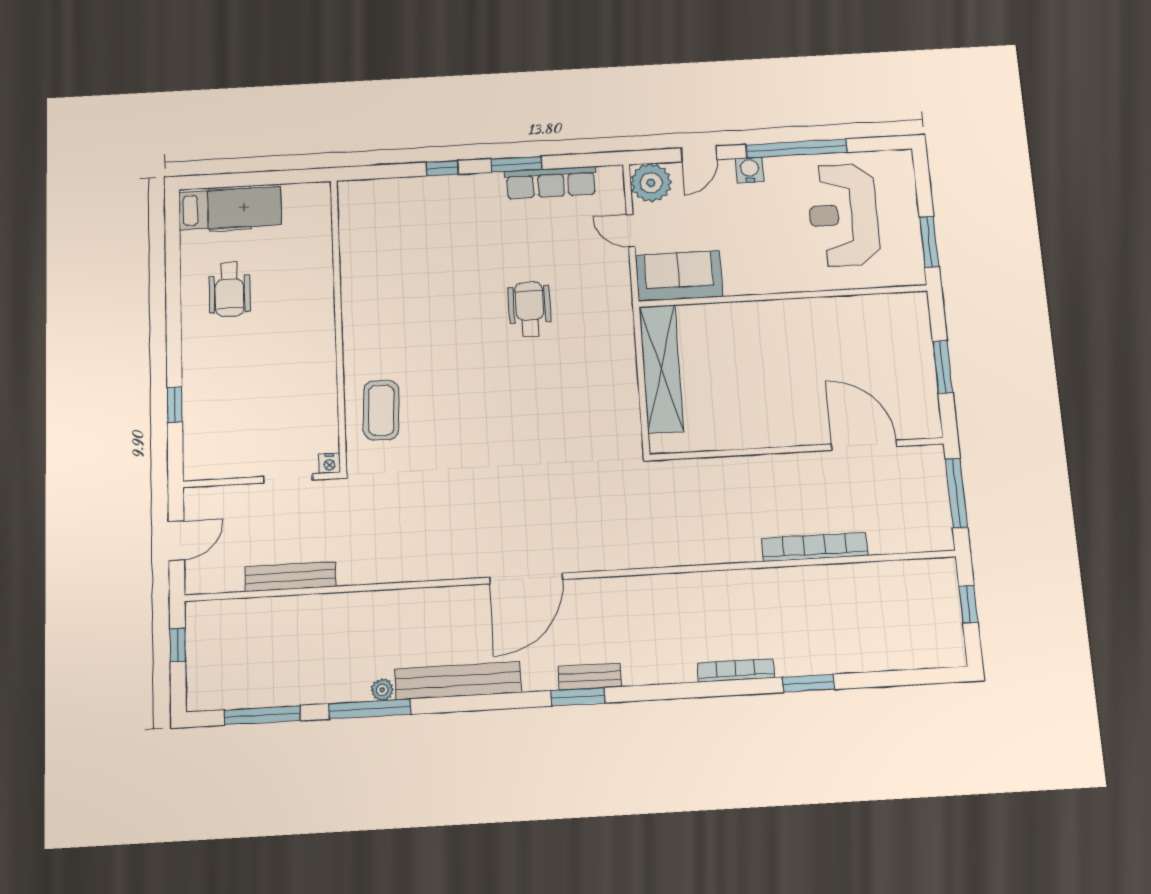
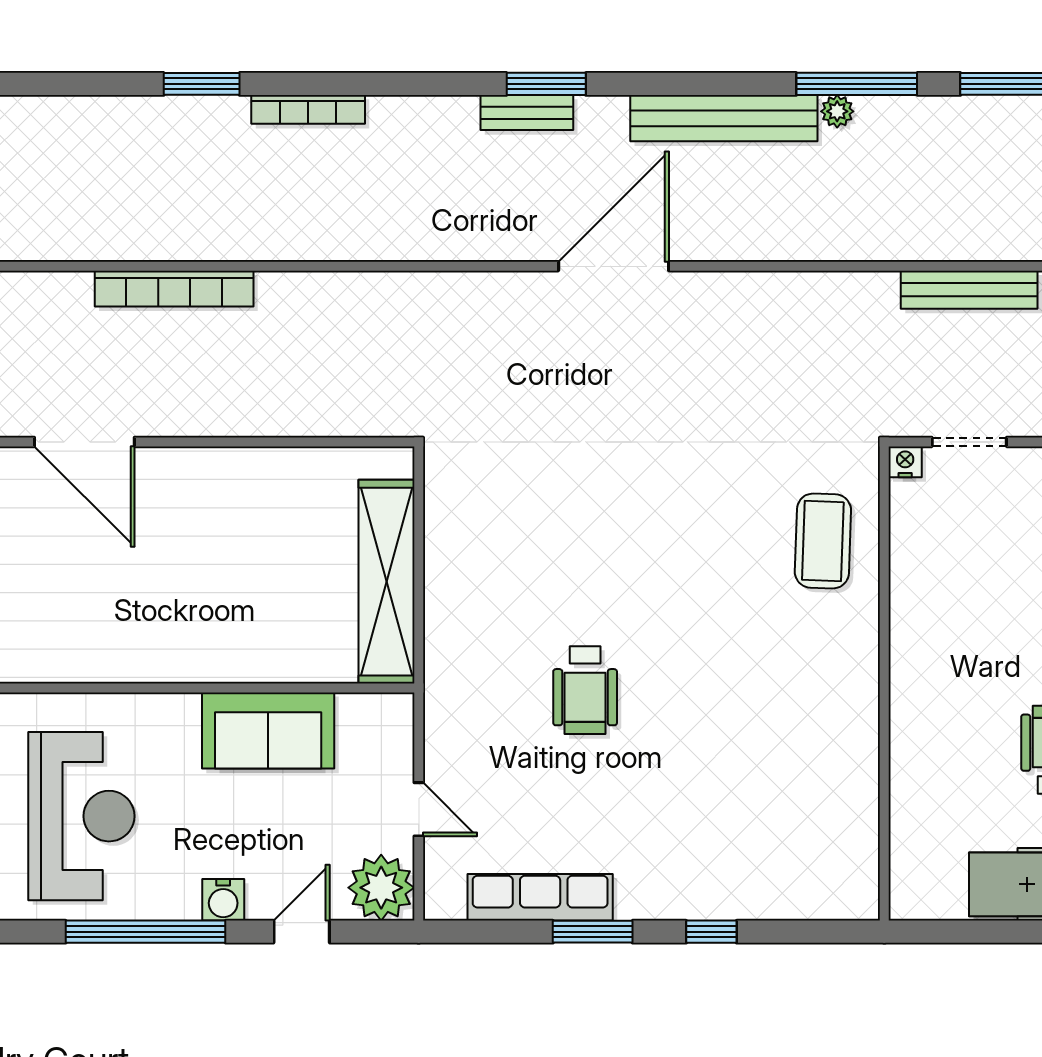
sofa: (679, 276) -> (268, 731), moved

